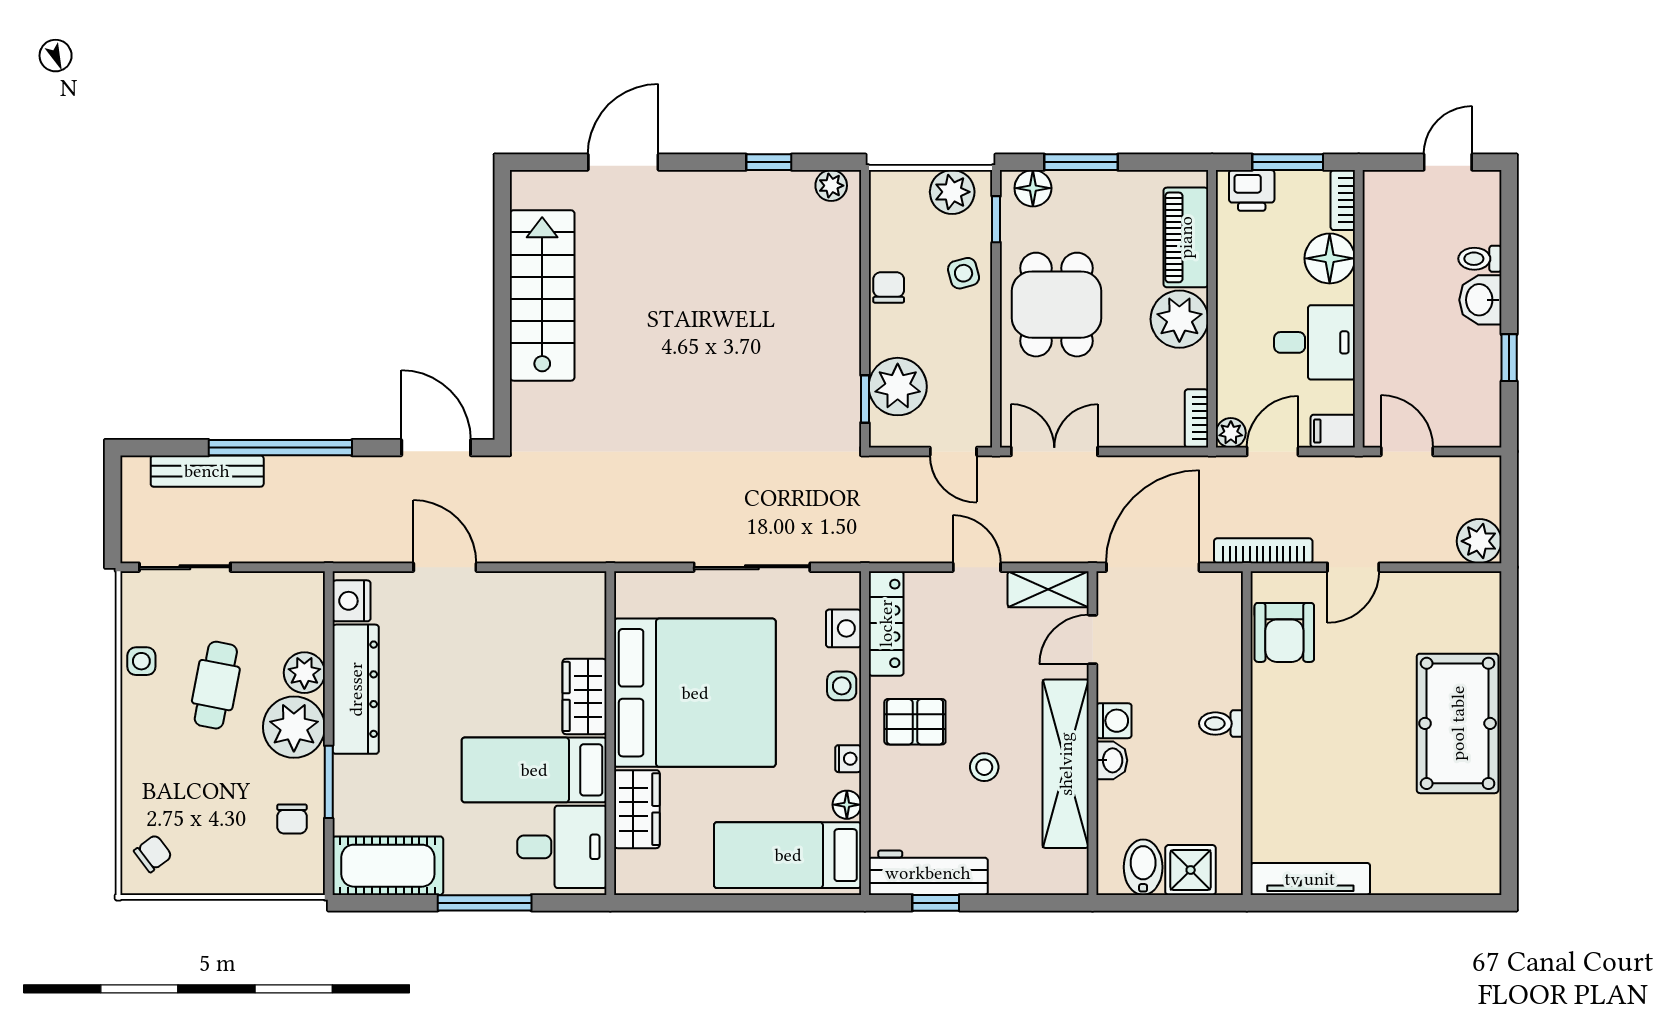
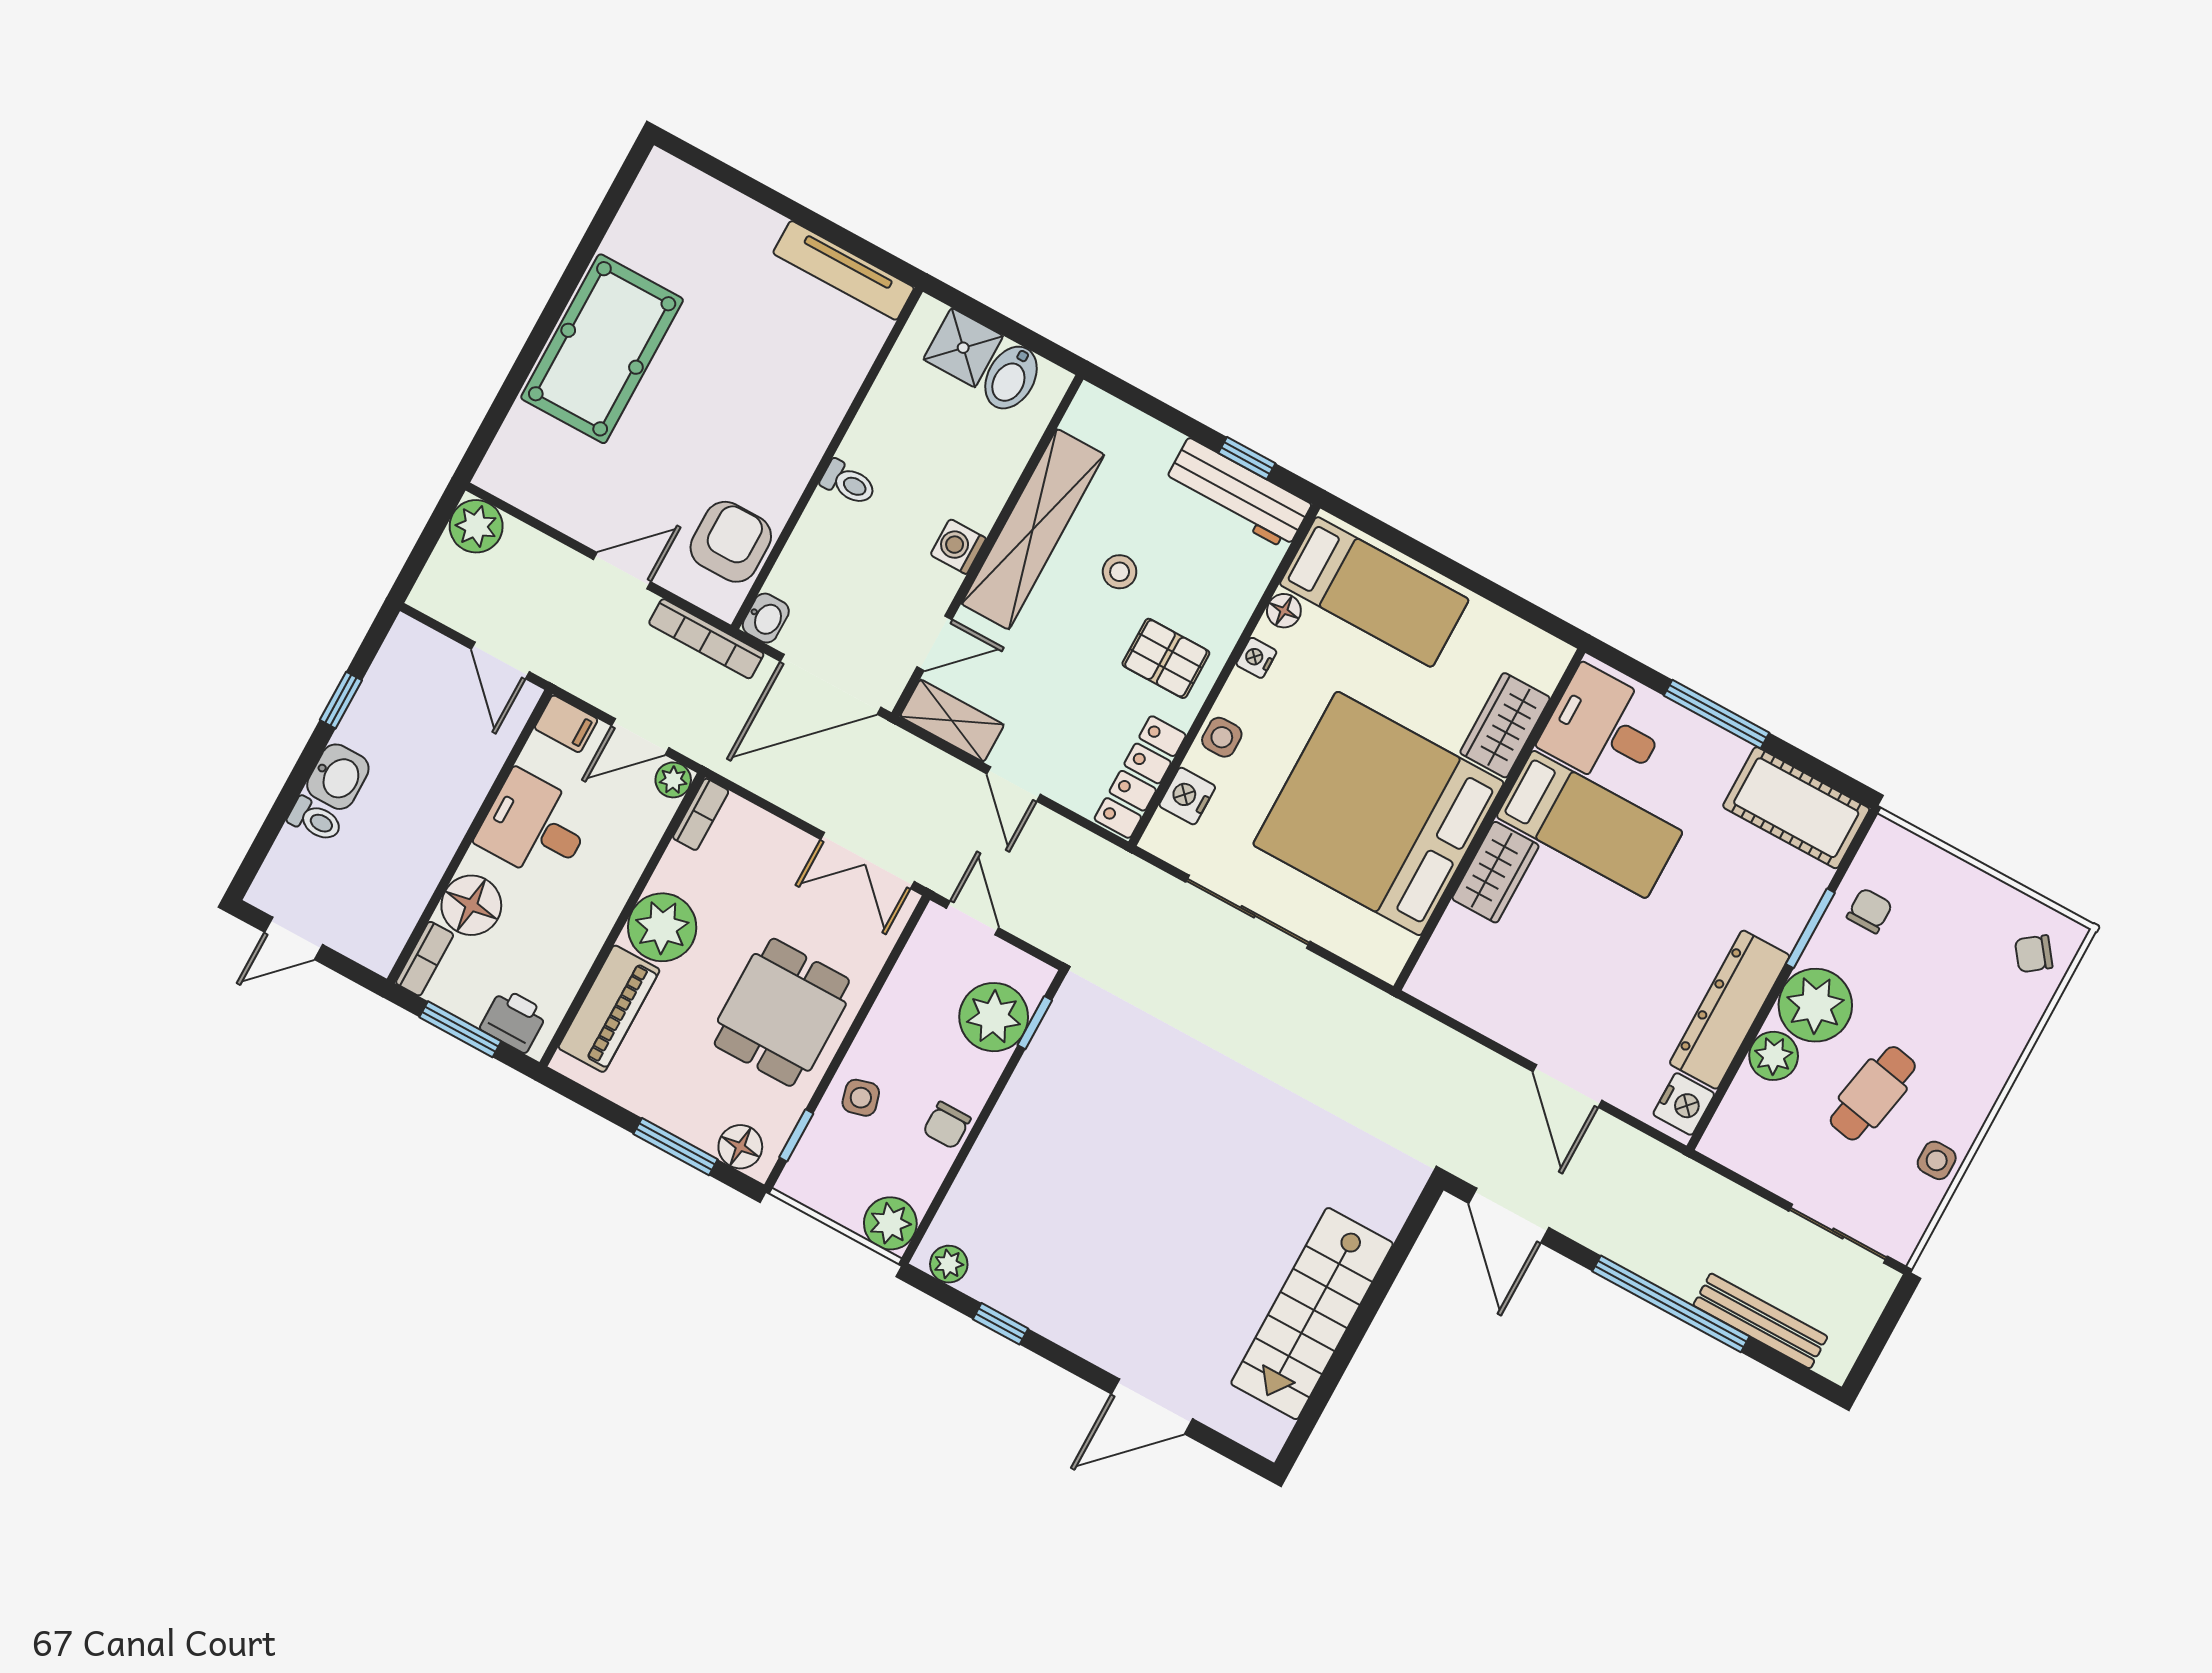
plant: (952, 192) -> (890, 1223), moved
washbasin: (1112, 760) -> (766, 618), moved, turned 180

